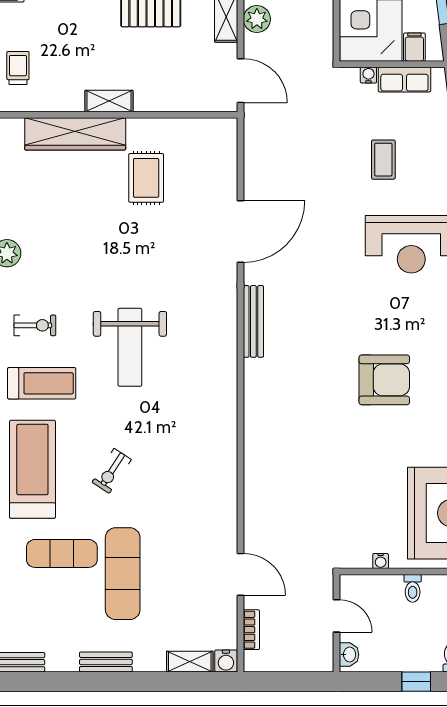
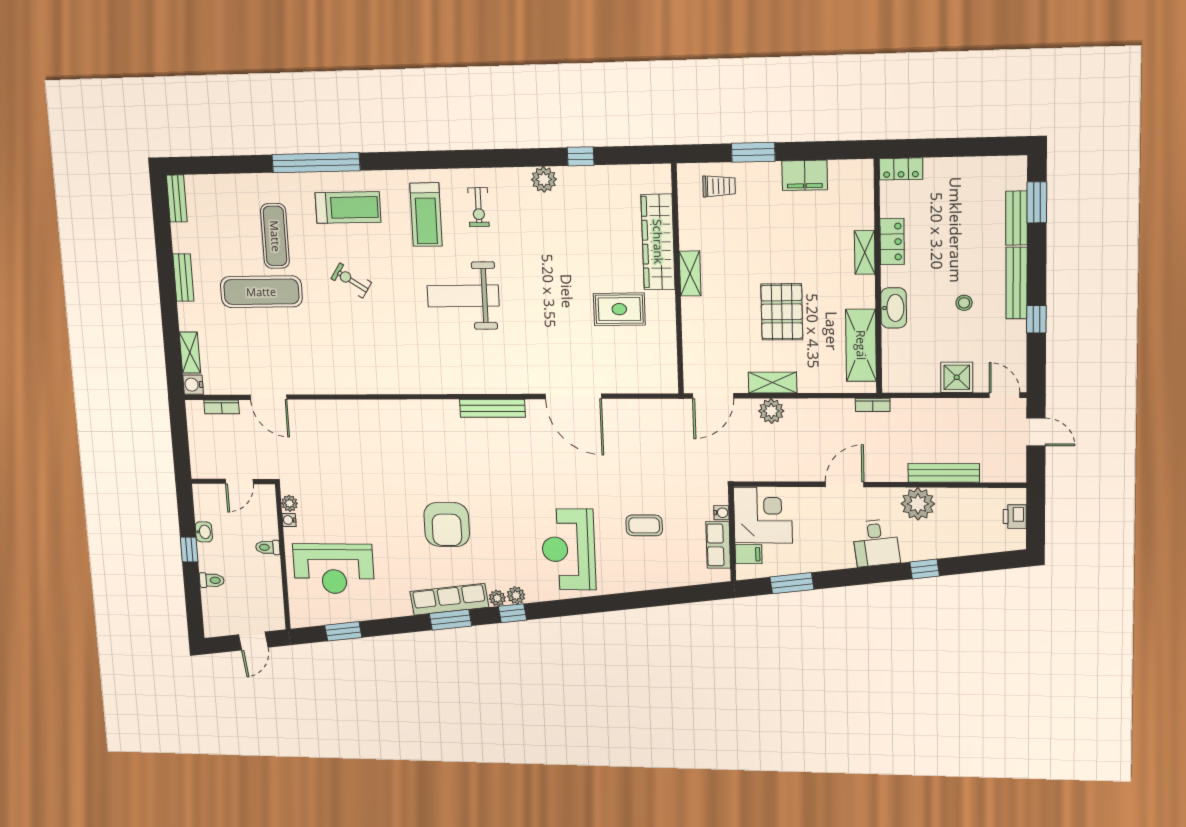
treadmill: (32, 469) -> (348, 207), width x0.73, depth x0.73
plant: (361, 559) -> (289, 503), added
door: (240, 574) -> (268, 397), hinge flipped
washbasin: (349, 655) -> (204, 532), moved, turned -90

